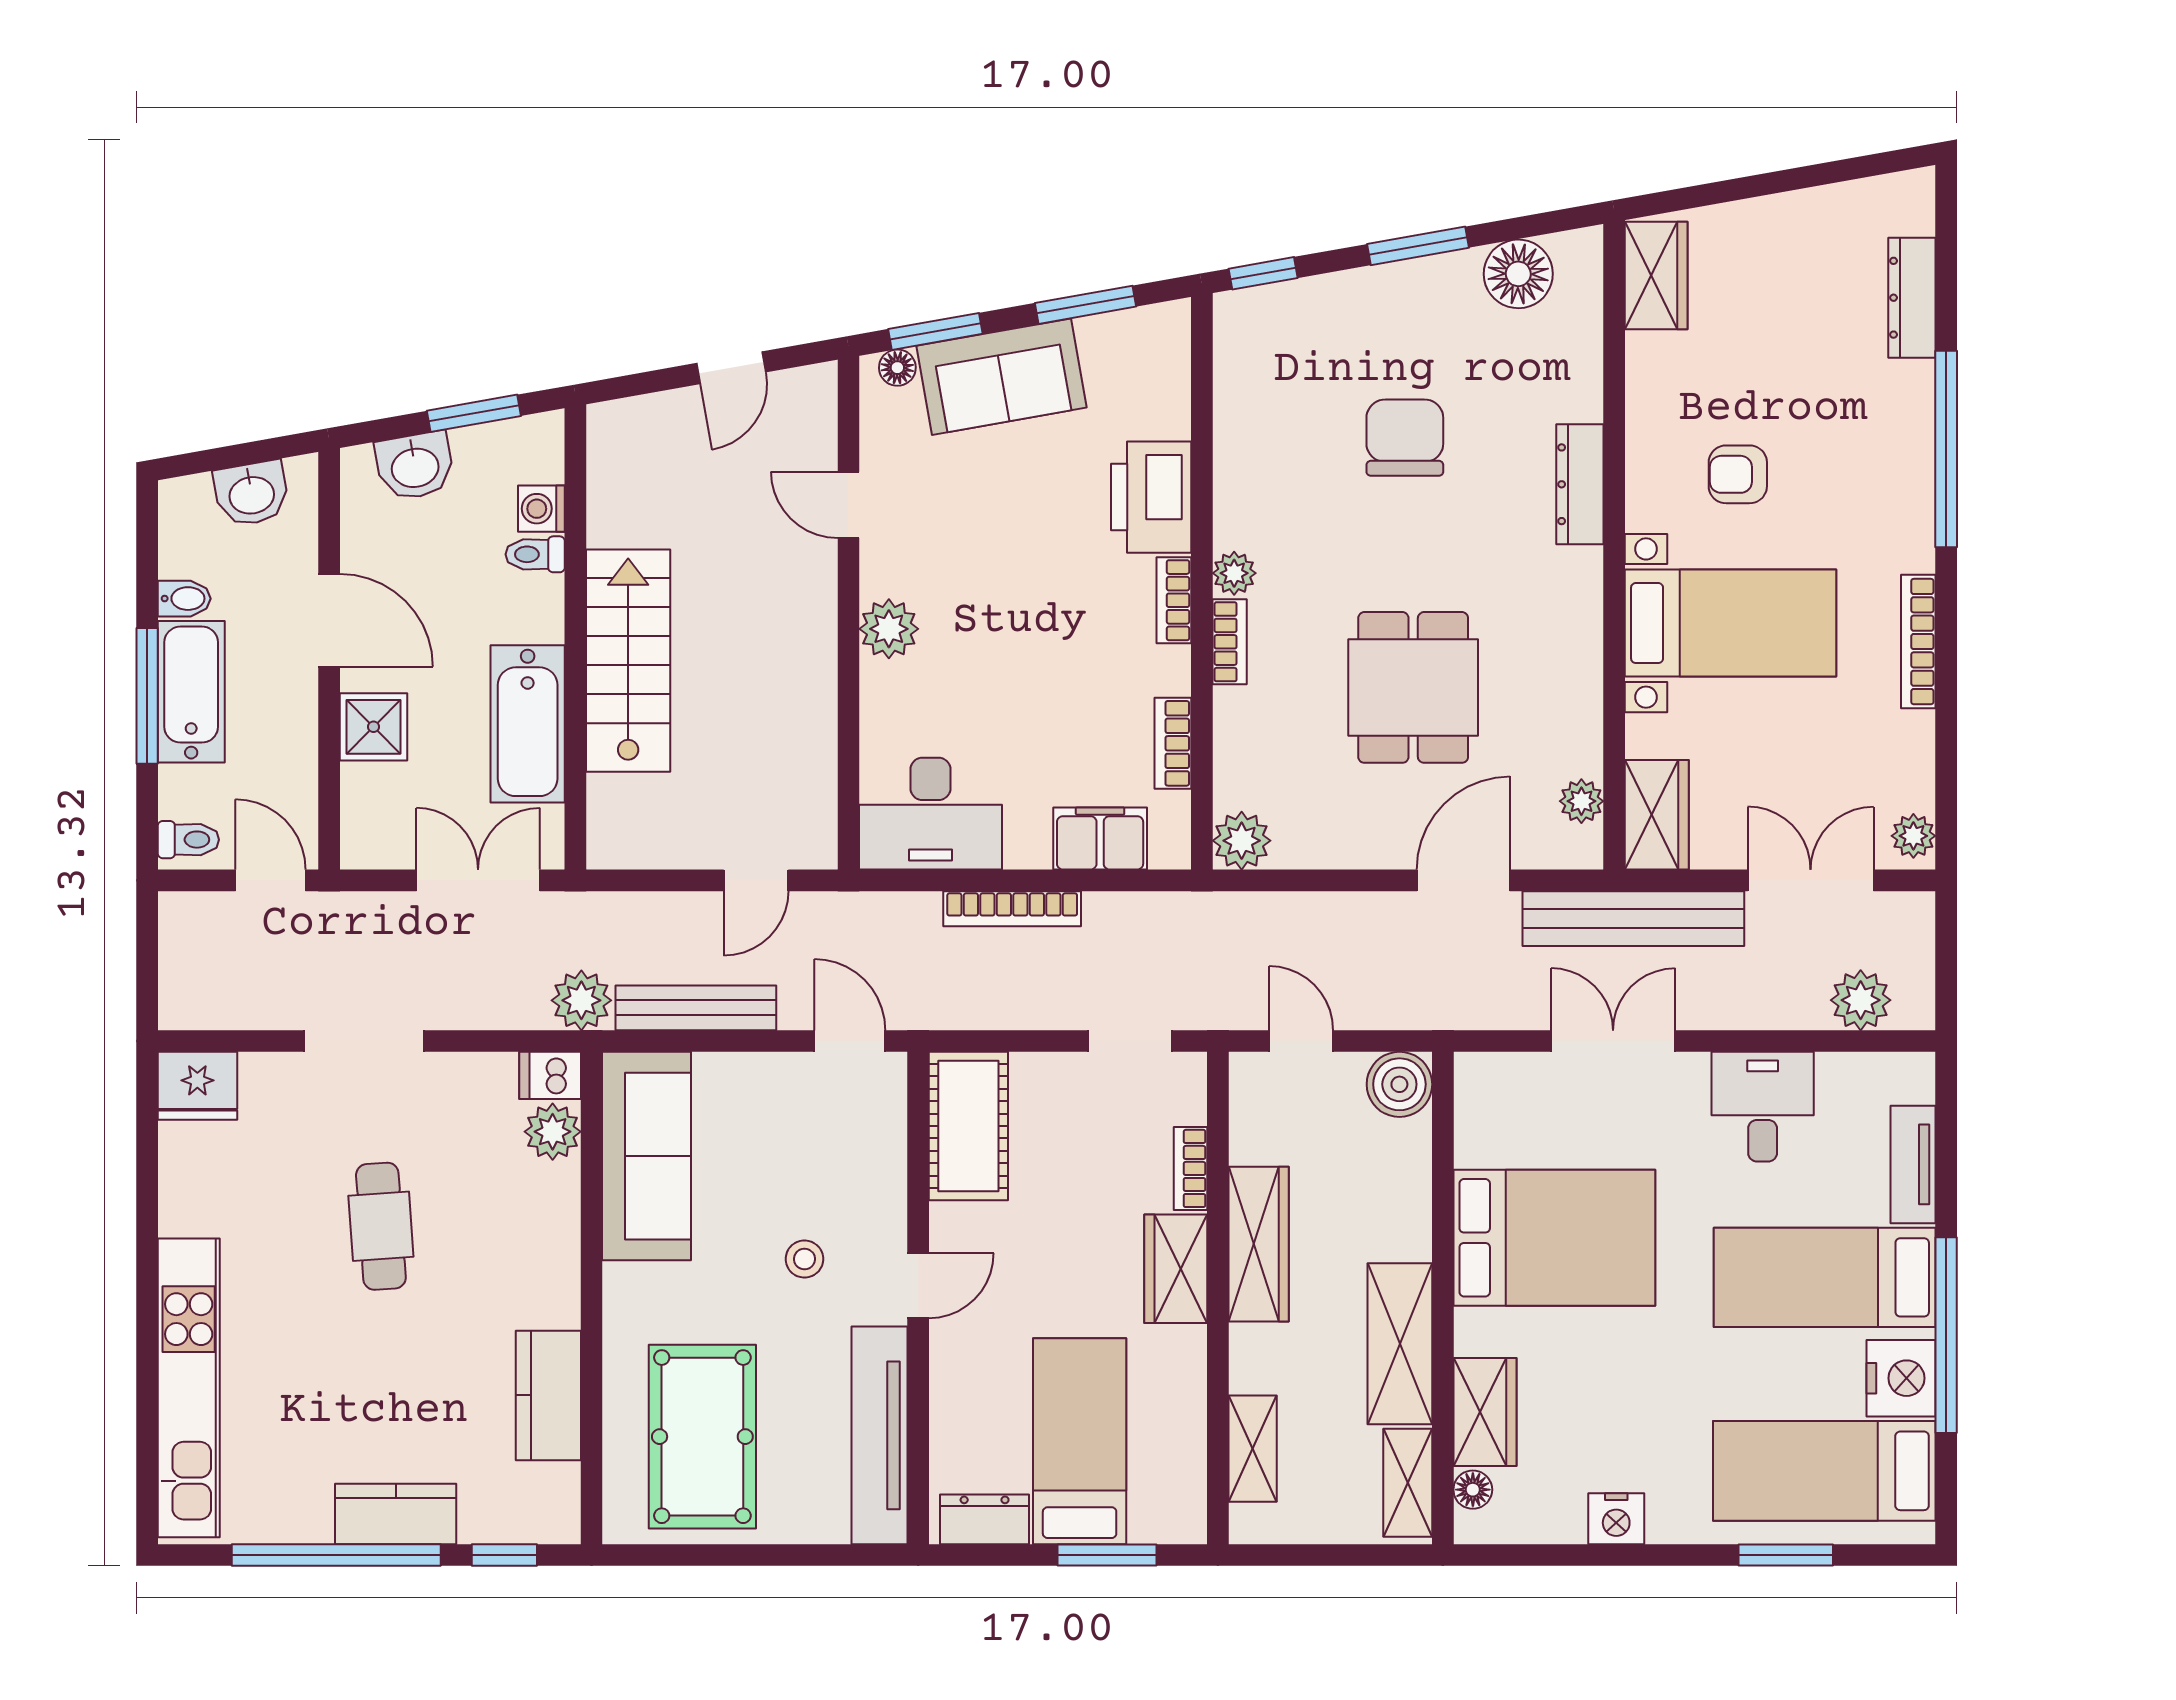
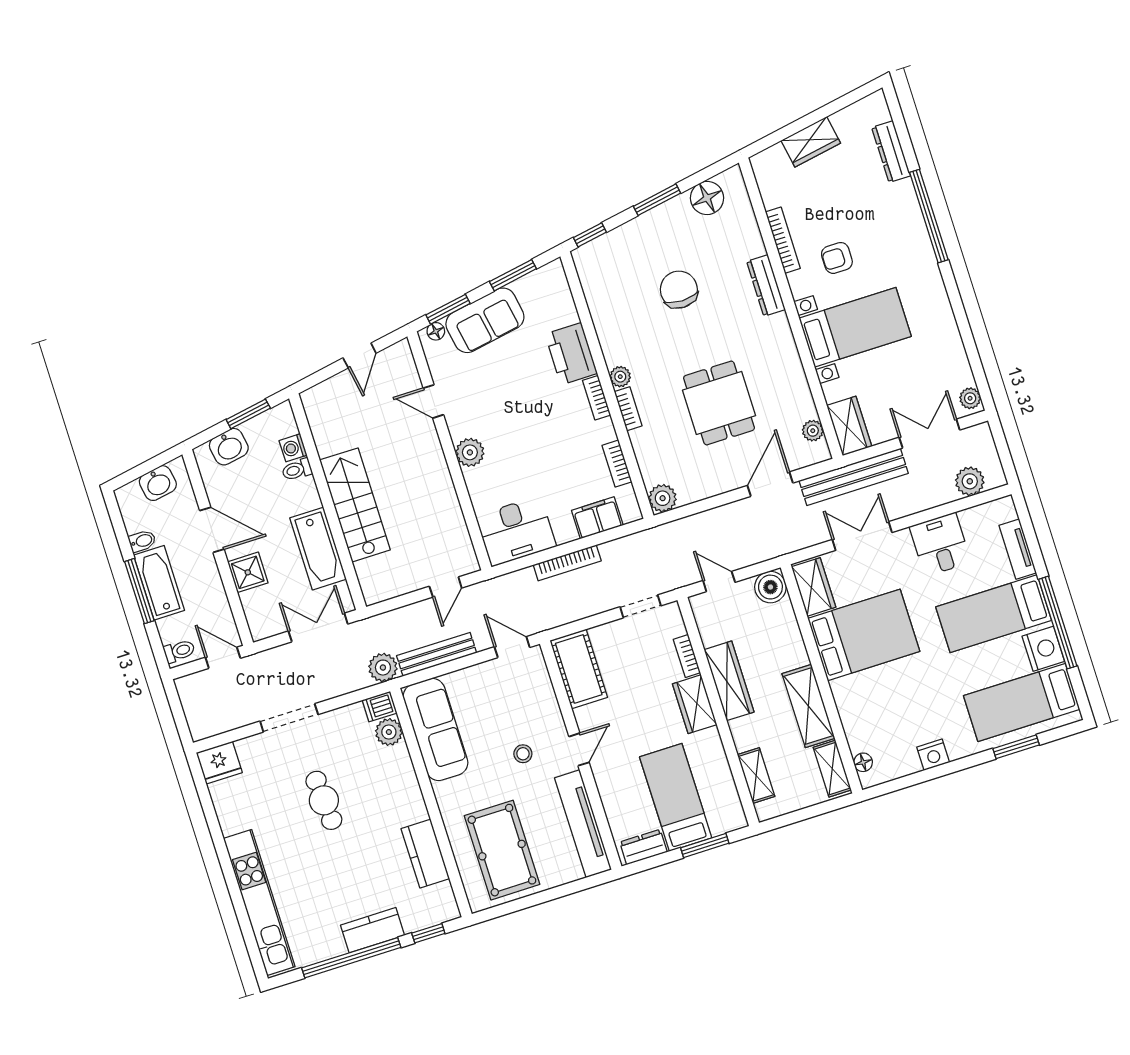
wardrobe: (1656, 276) -> (811, 142), moved, turned 80
bookcase: (1918, 642) -> (783, 240), moved, turned 180
wardrobe: (1485, 1412) -> (814, 587), moved

